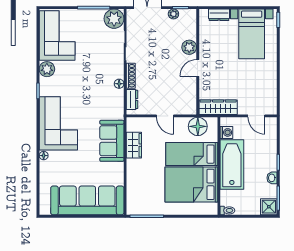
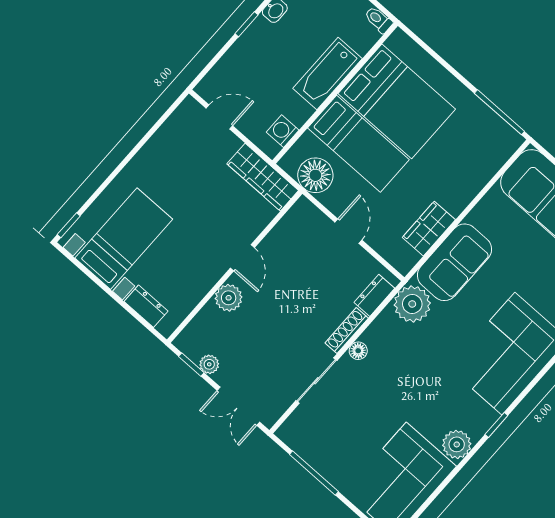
plant: (114, 19) -> (412, 304), moved
door: (198, 68) -> (242, 258), hinge flipped
floor lamp: (119, 84) -> (358, 351), moved
door: (256, 116) -> (219, 117), hinge flipped
bathtub: (232, 165) -> (328, 73), width x0.73, depth x0.73

